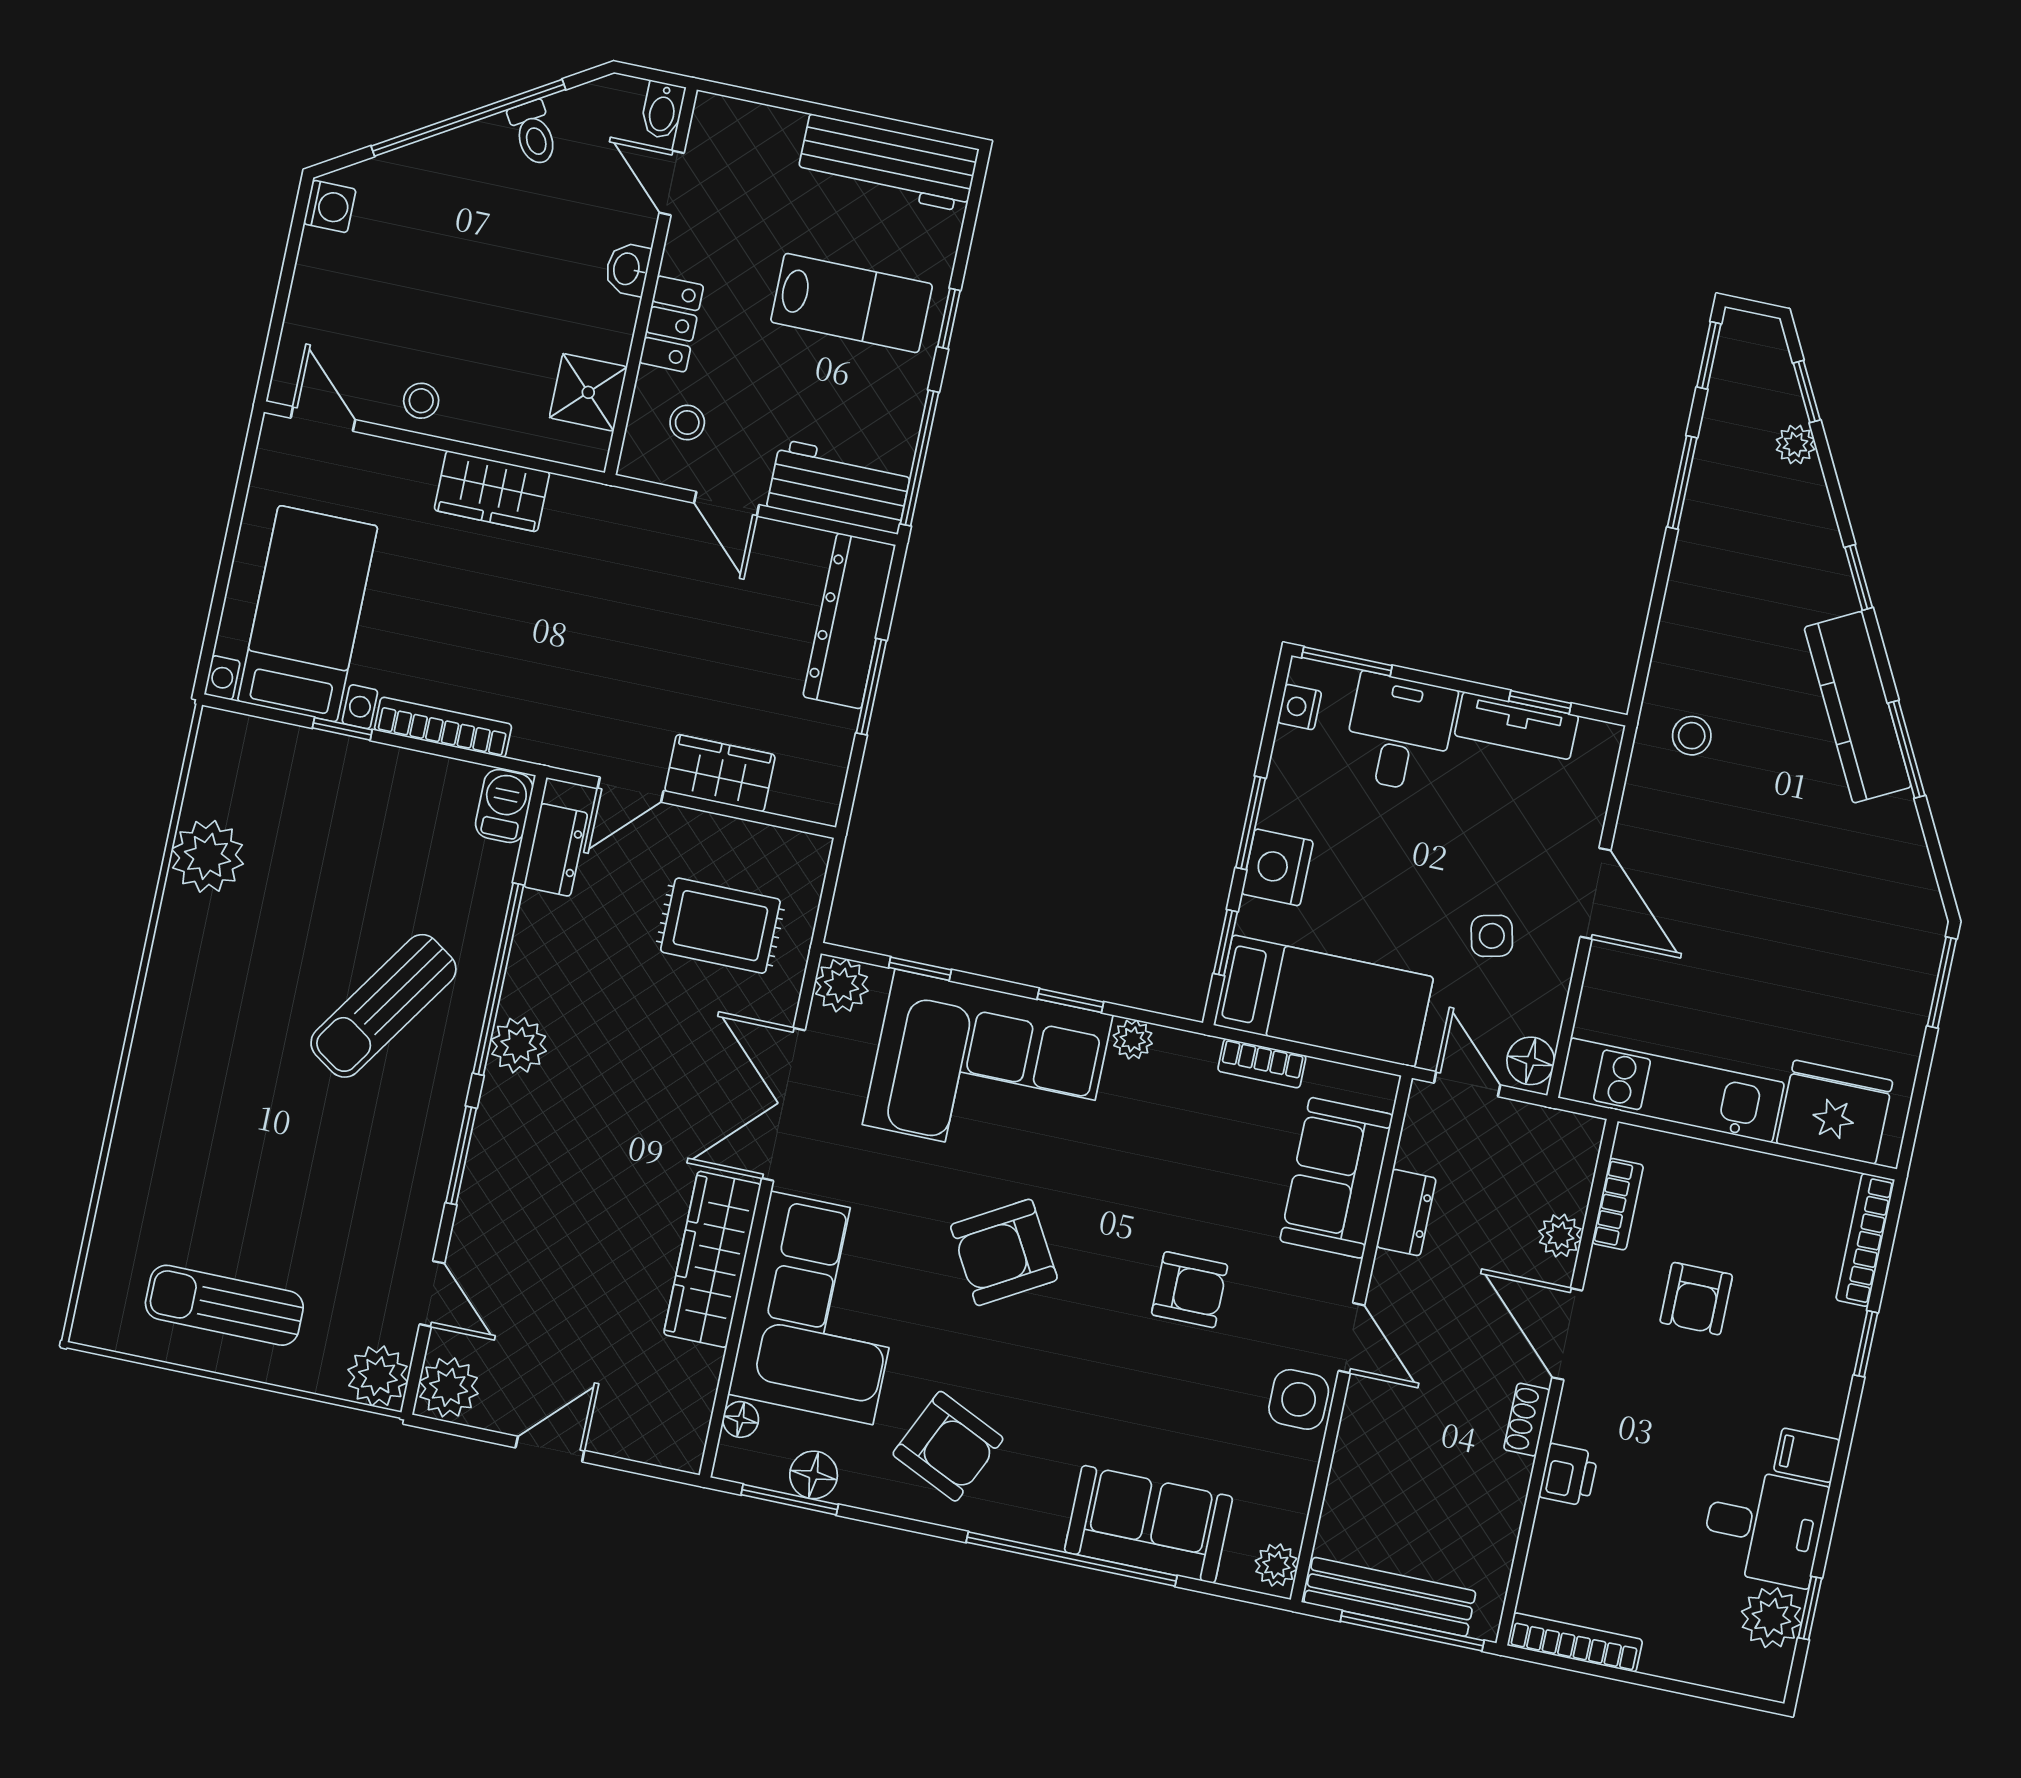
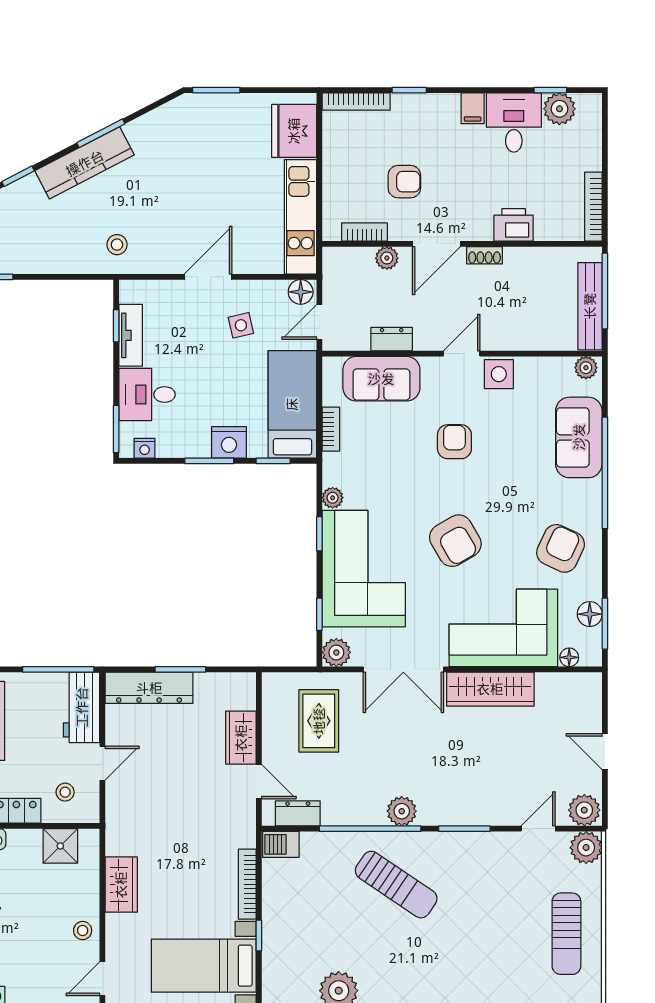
printer: (1568, 1475) -> (514, 225), width x1.36, depth x1.24

